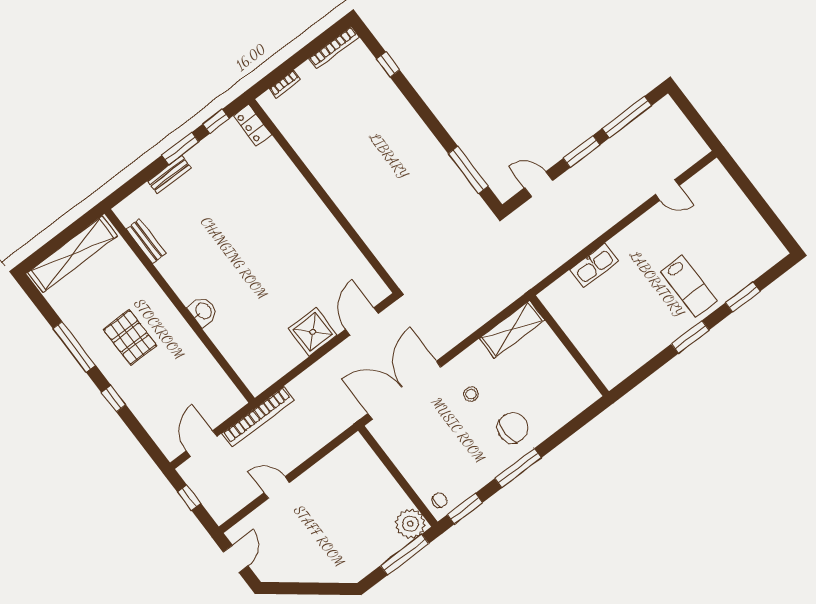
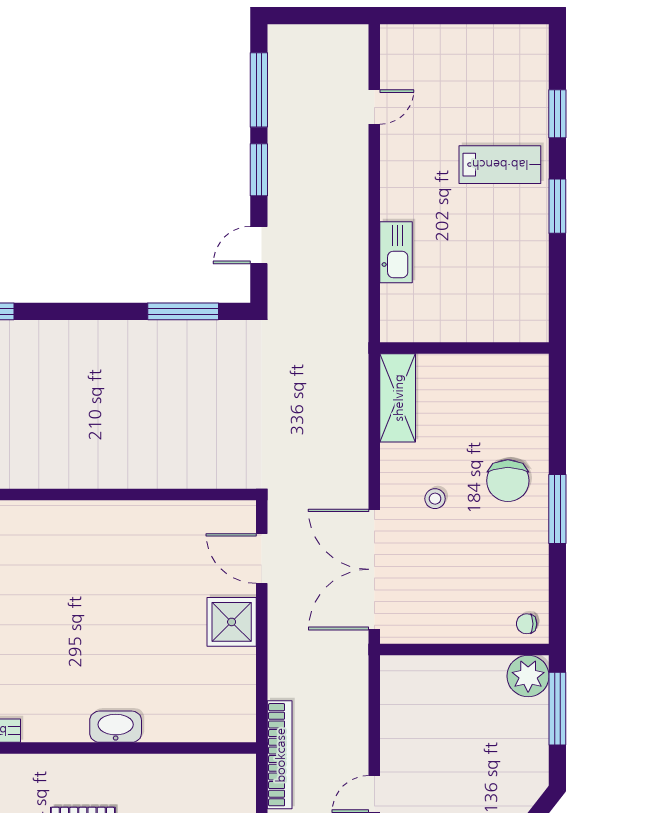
washbasin: (203, 311) -> (116, 727), width x1.38
chair: (513, 428) -> (508, 481), turned 180
chair: (439, 500) -> (527, 624), turned -90
window: (465, 509) -> (557, 602), removed

